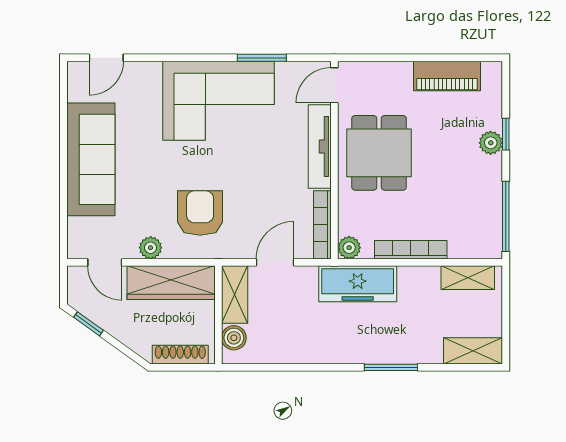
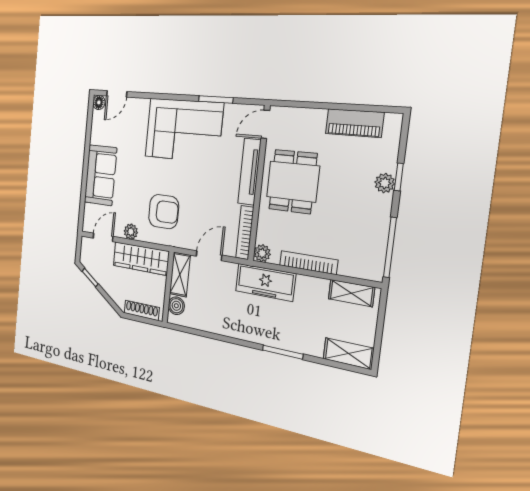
floor lamp: (77, 71) -> (99, 102), added
sofa: (91, 159) -> (100, 175), width x0.73
armchair: (200, 213) -> (164, 212), turned 90
door: (105, 262) -> (103, 237), swing flipped

